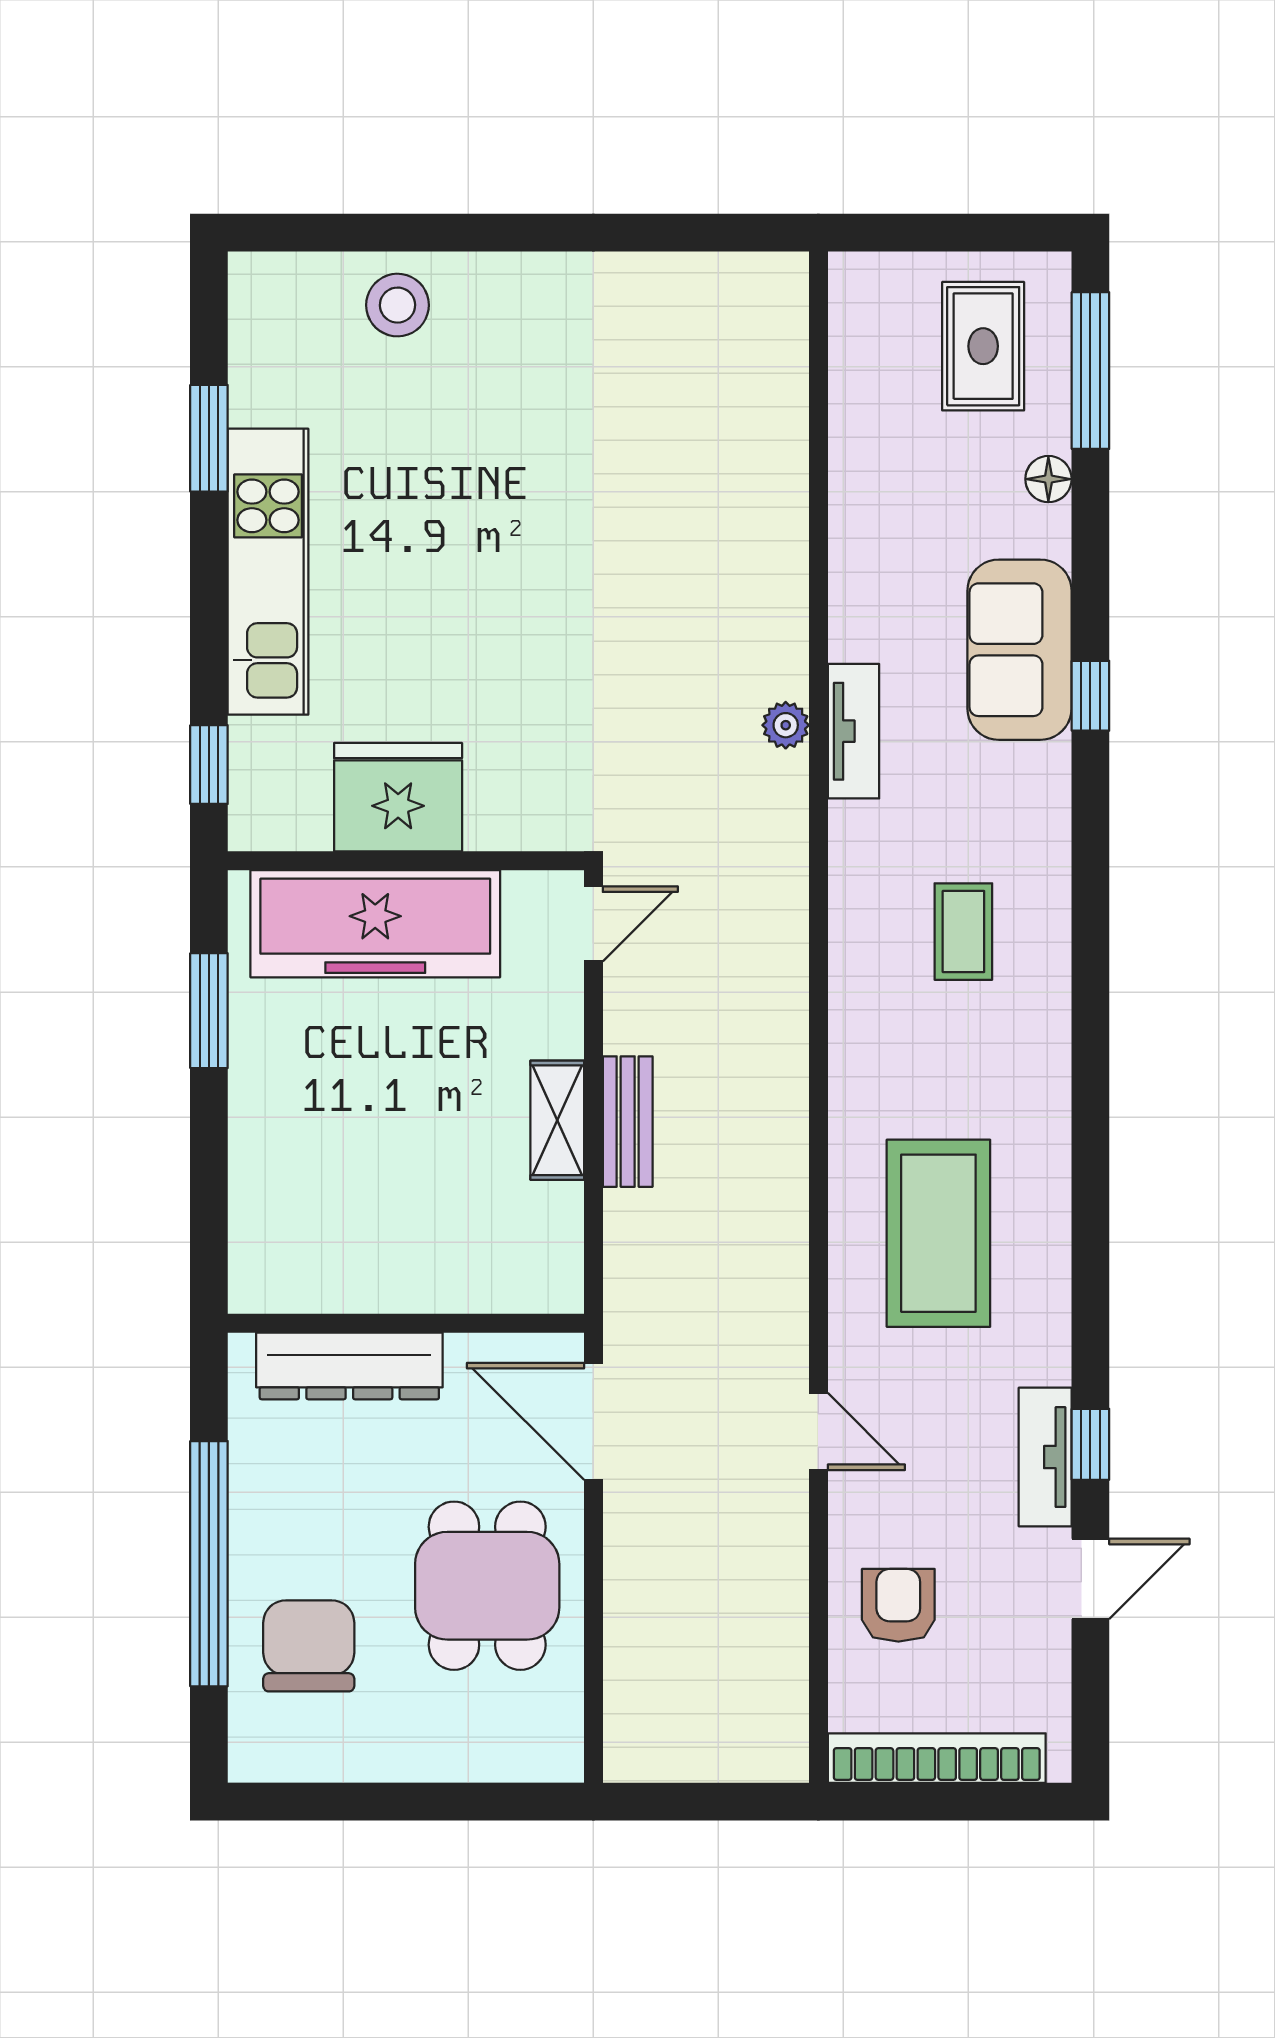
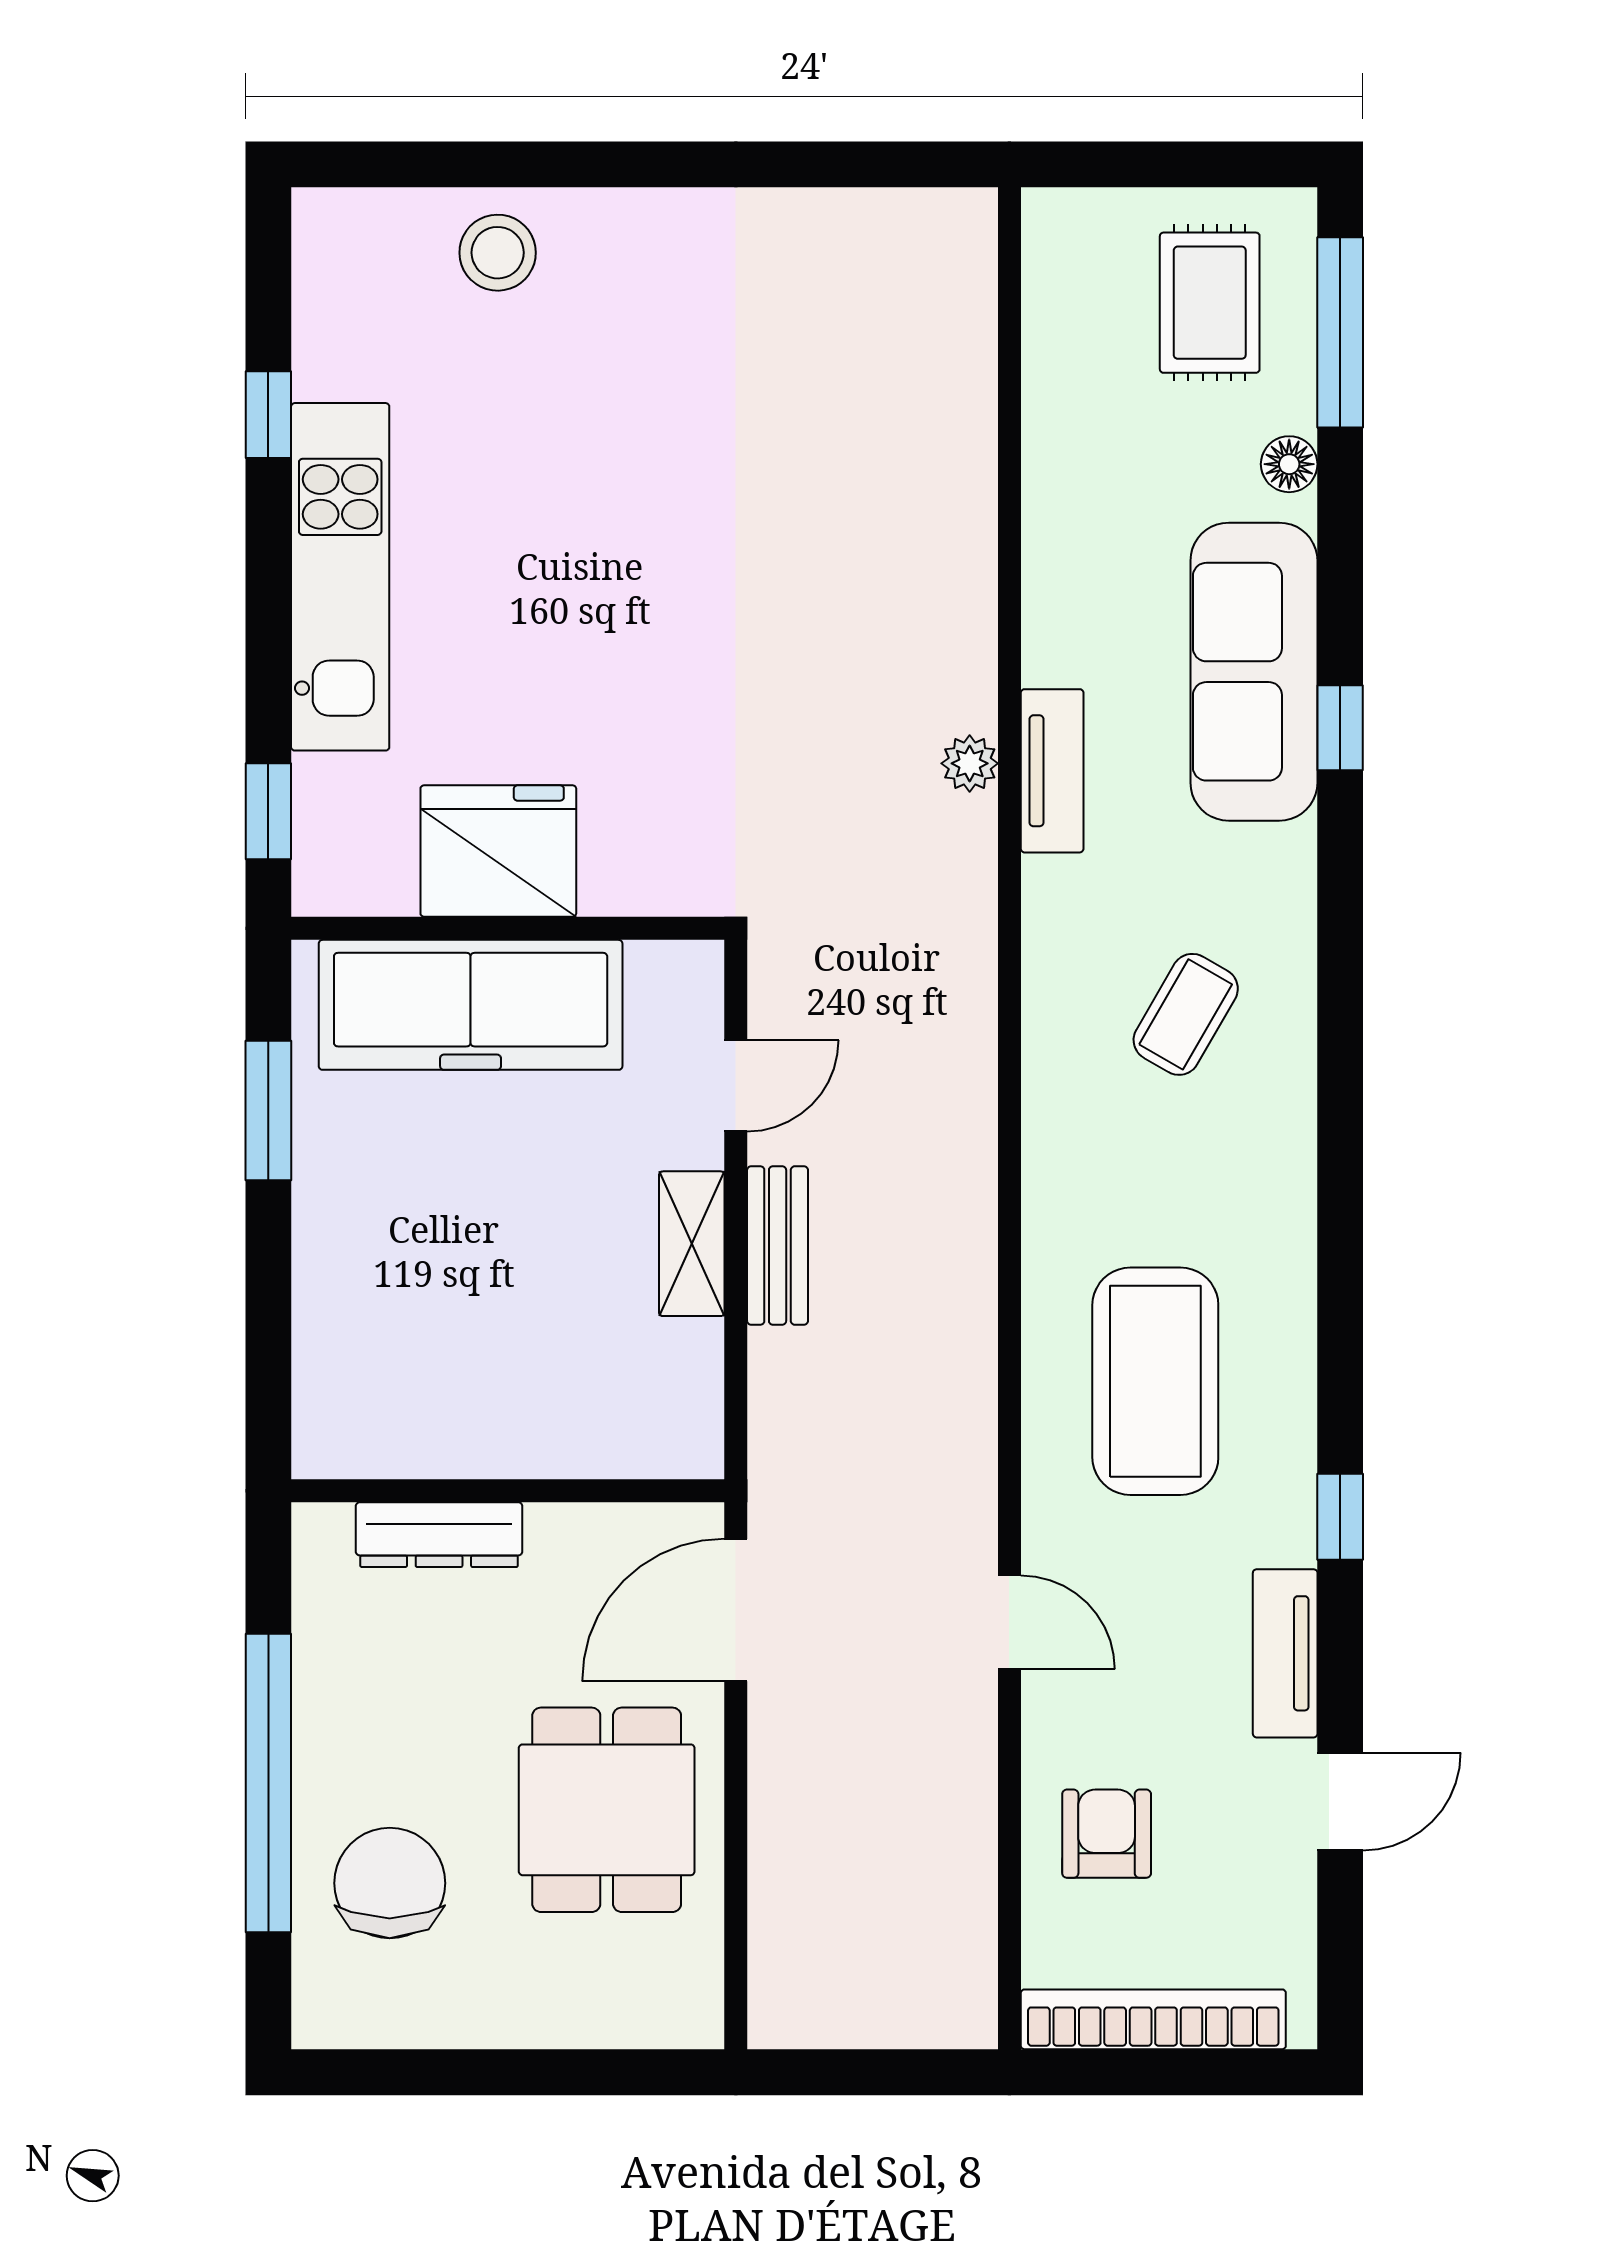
window: (209, 438) -> (268, 415), width x0.67
sofa: (1019, 650) -> (1254, 672), width x1.36
door: (593, 924) -> (736, 1086), moved
coffee table: (963, 932) -> (1186, 1014), turned 30
dresser: (349, 1366) -> (439, 1535), width x0.73, depth x0.80
door: (593, 1421) -> (736, 1610), hinge flipped
window: (1090, 1444) -> (1340, 1517), moved

